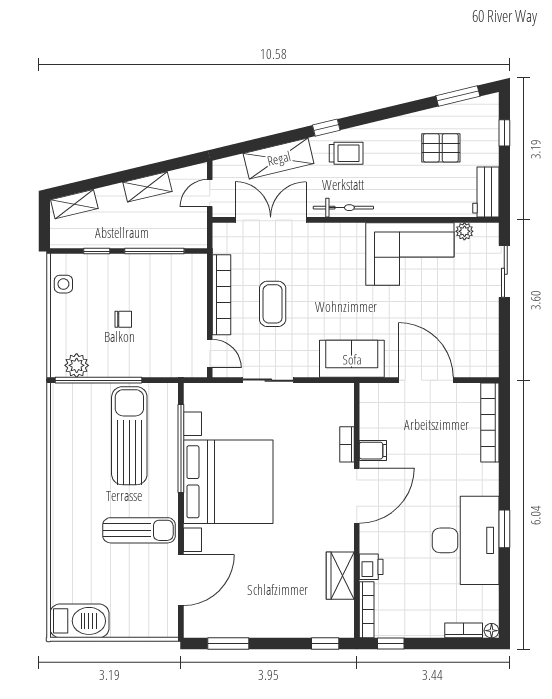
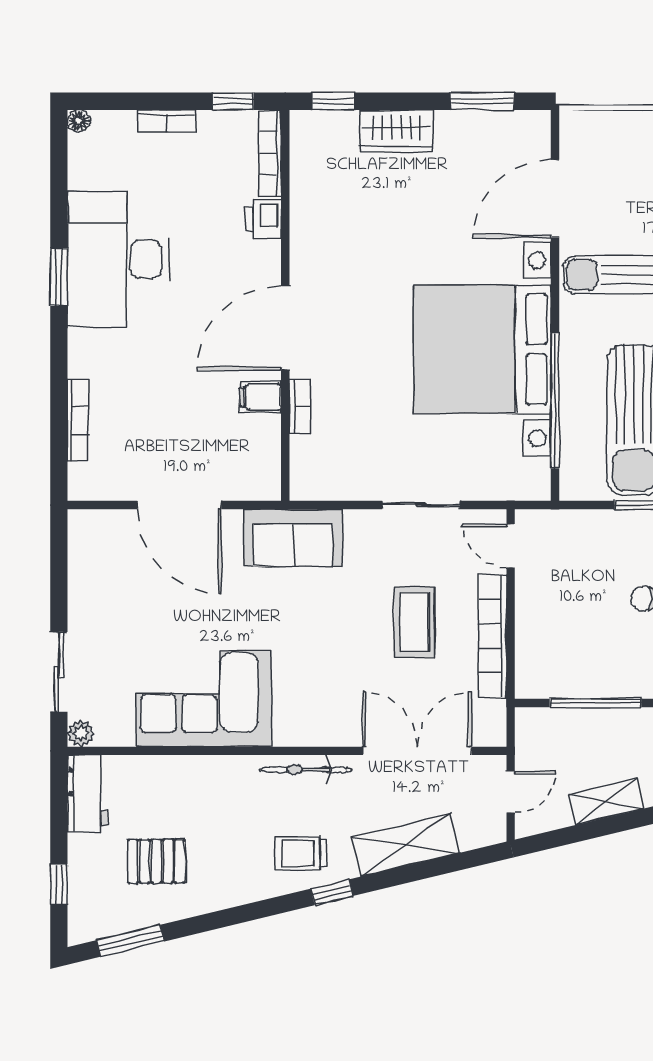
double door: (271, 220) -> (417, 751), swing flipped
plant: (464, 231) -> (81, 733), moved
bookcase: (490, 422) -> (78, 421), width x0.68, depth x0.76
wardrobe: (340, 576) -> (396, 131), moved, turned 90
bookcase: (464, 630) -> (167, 121), moved

